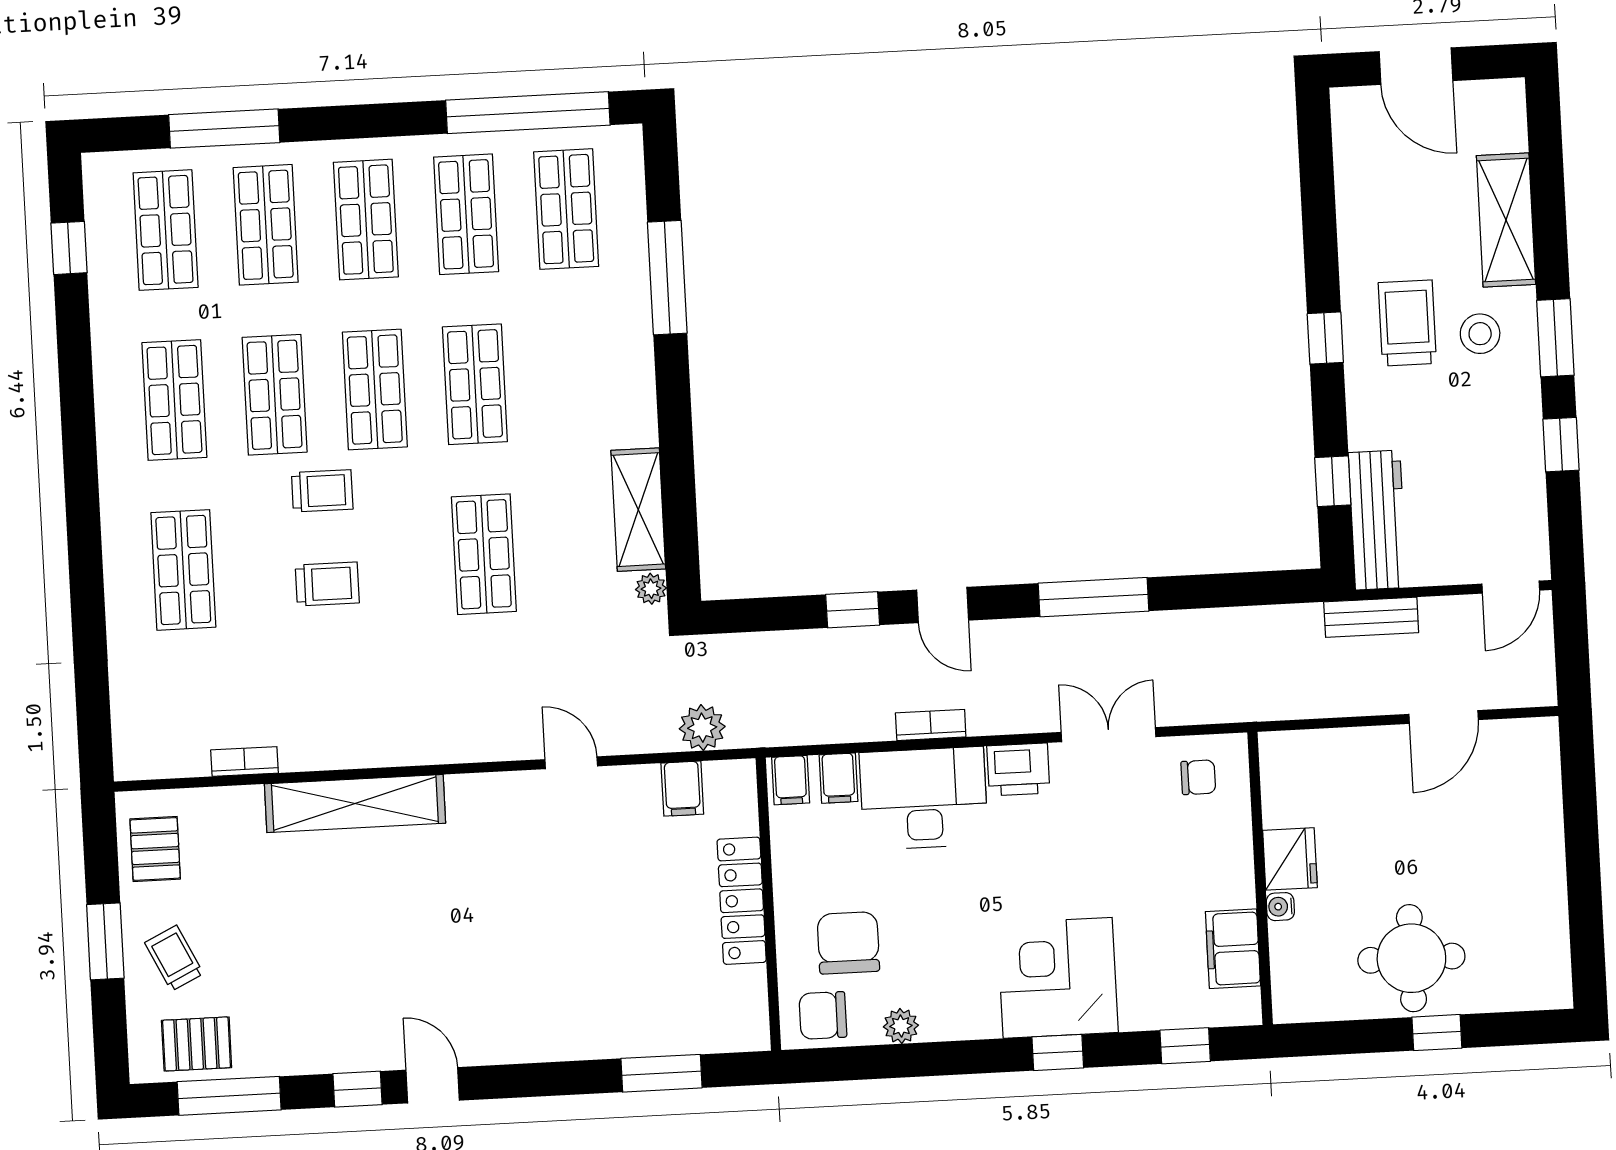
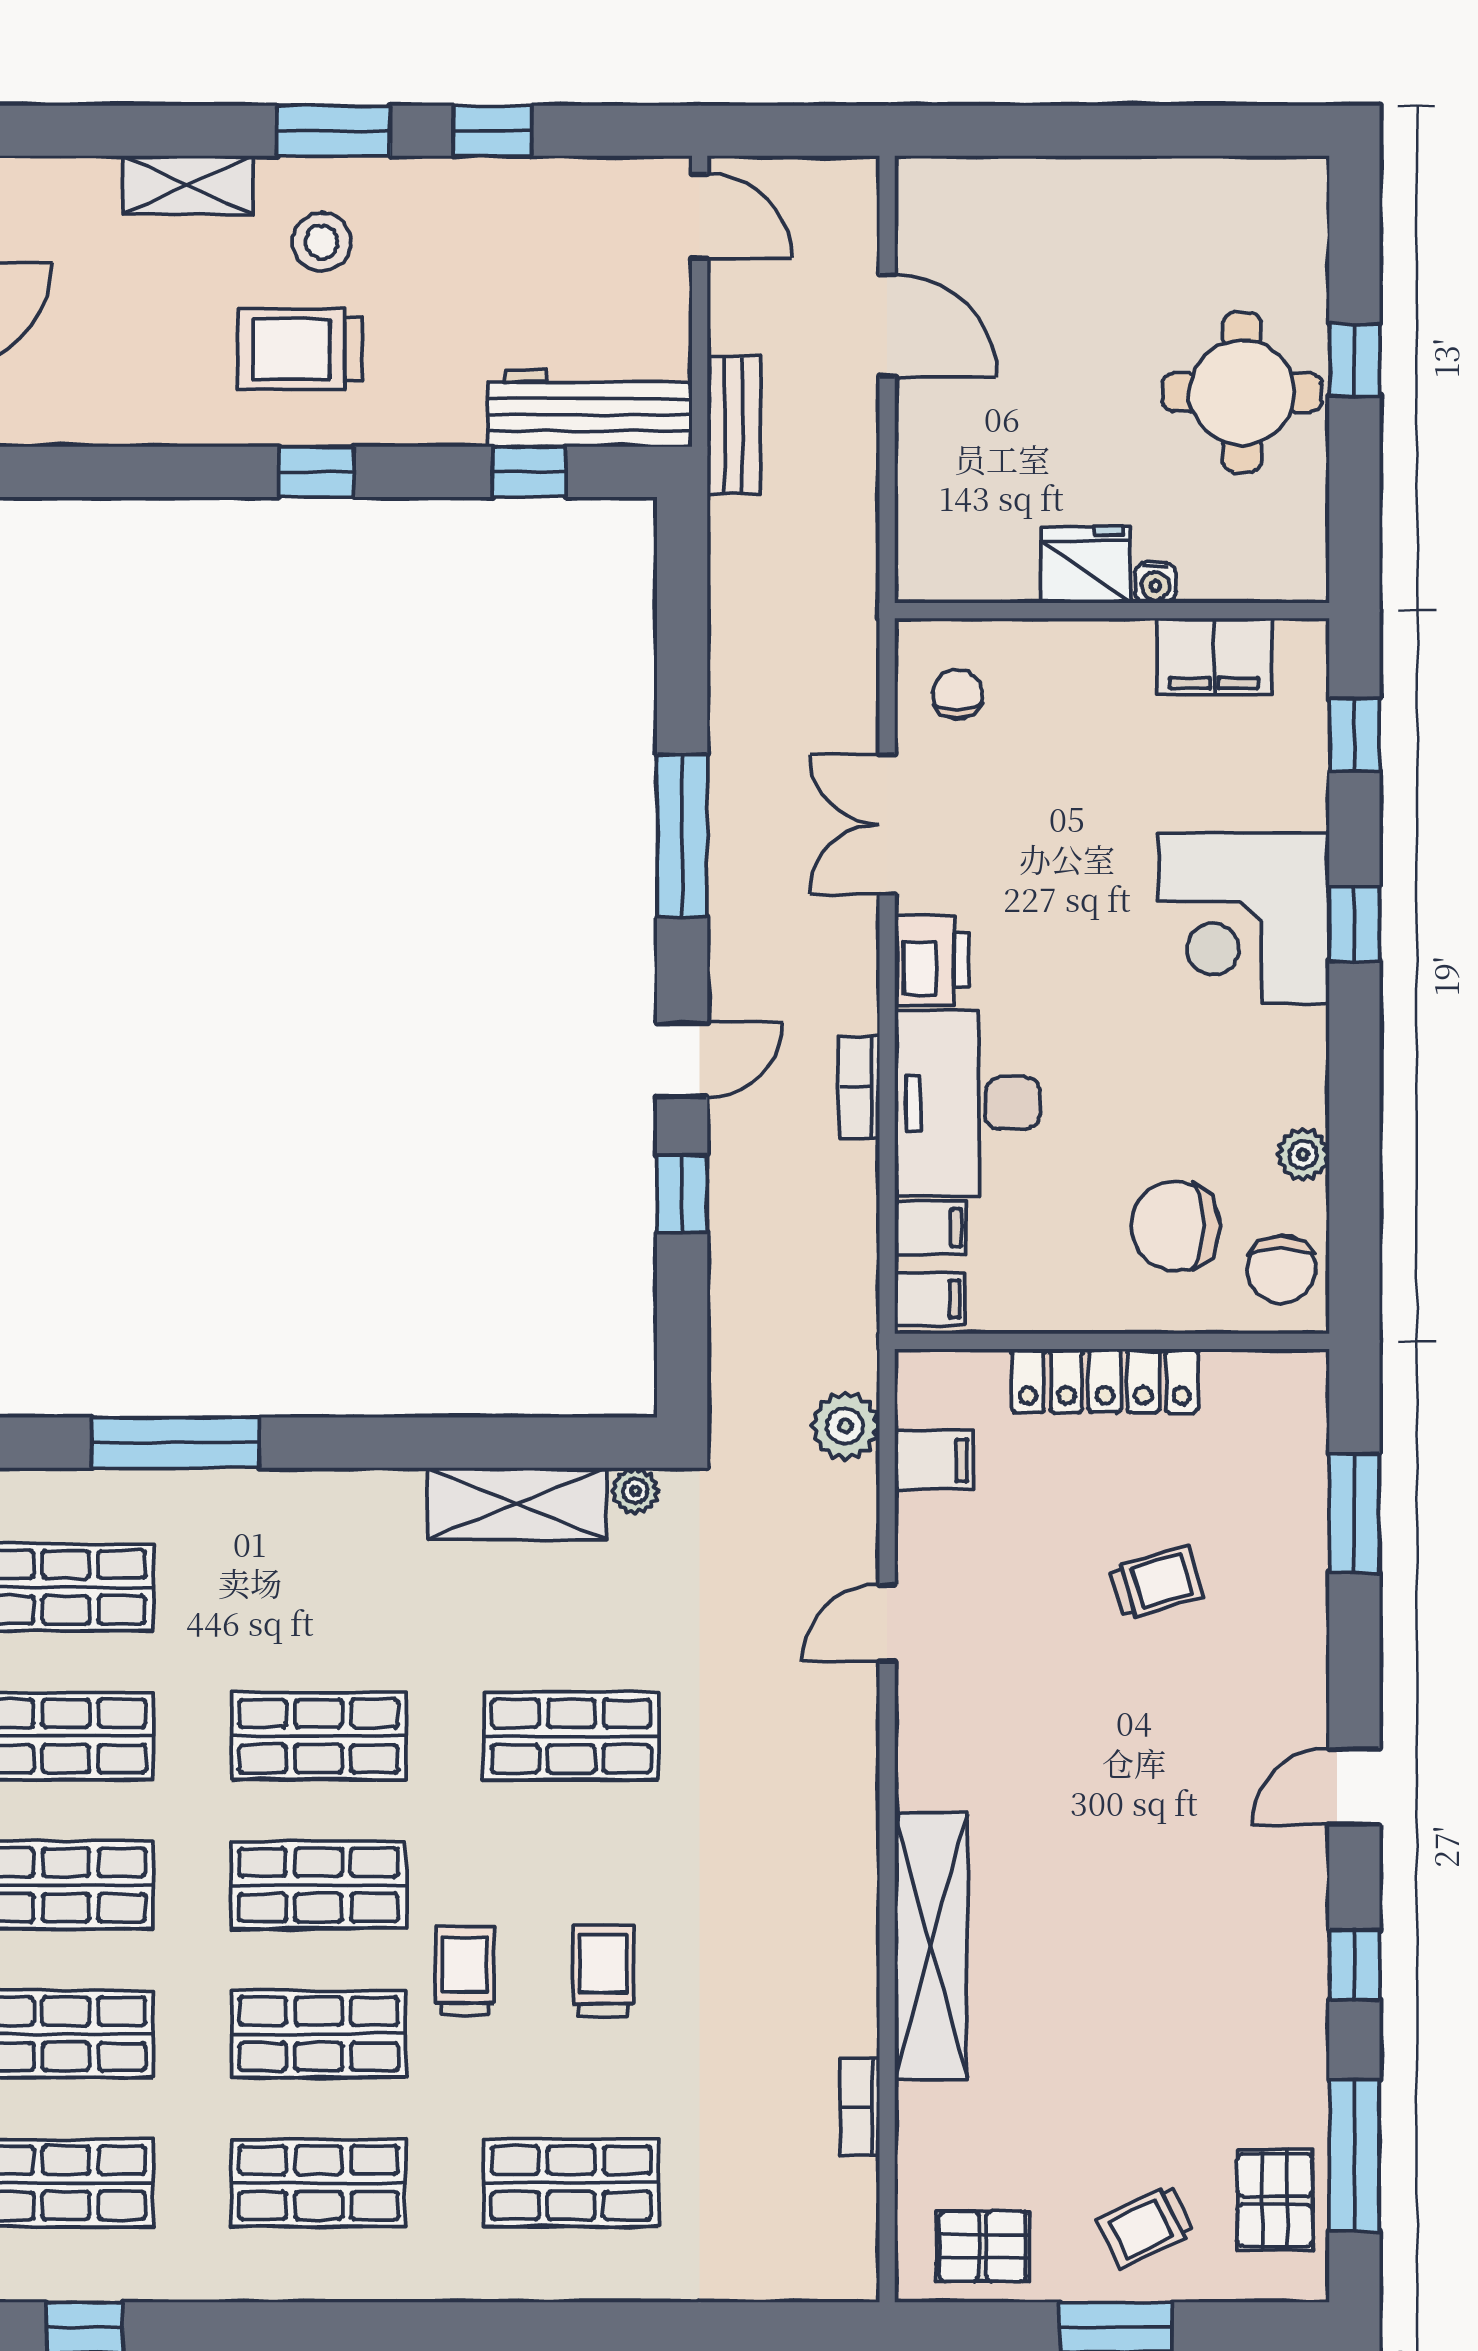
shelving: (1506, 220) -> (188, 185), width x0.67, depth x0.75
trolley: (608, 943) -> (1156, 1582), added
door: (433, 1085) -> (1354, 1786), moved

